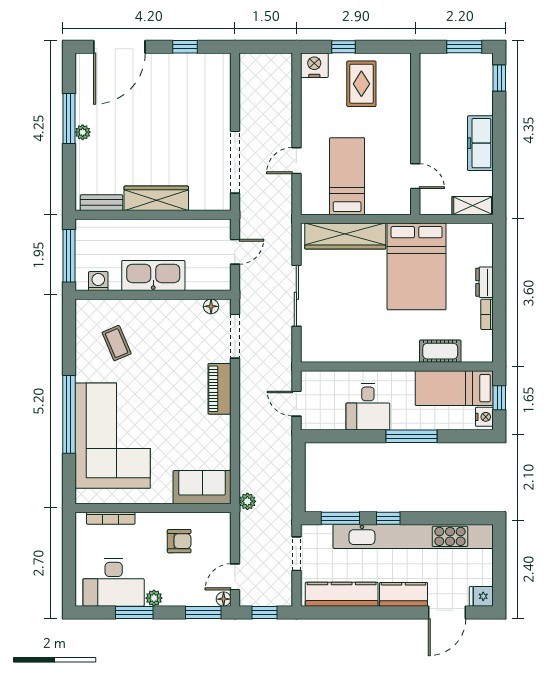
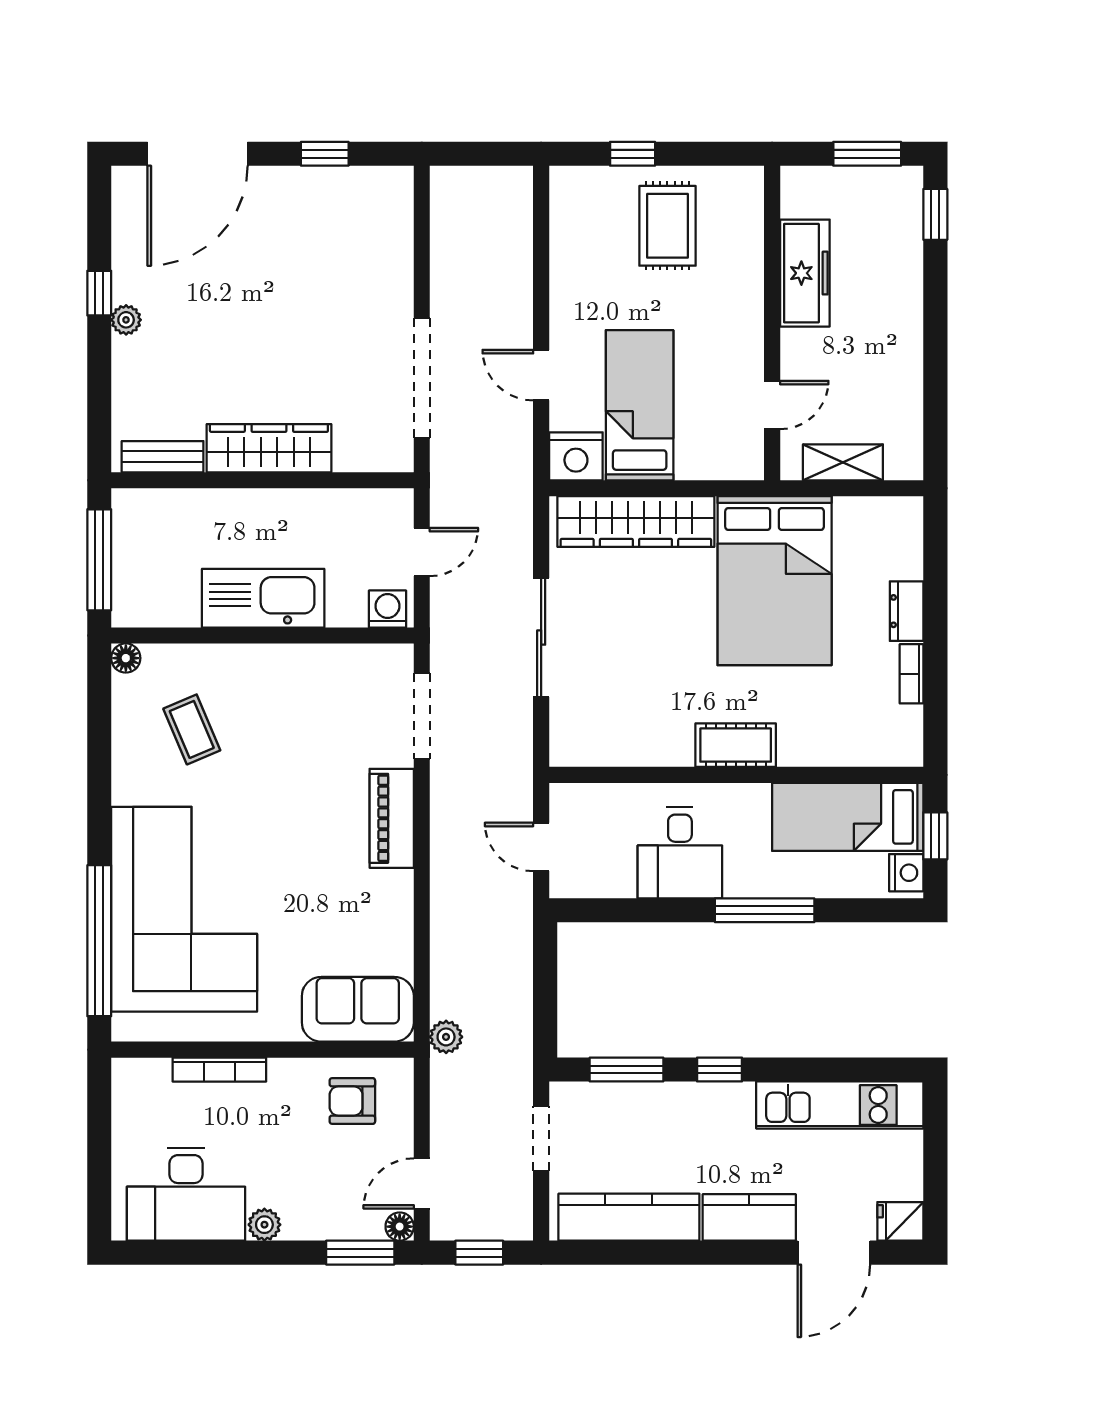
nightstand: (314, 65) -> (576, 456), moved, turned 180
window: (69, 118) -> (99, 293), width x0.46
freezer: (480, 143) -> (805, 273), moved, turned 180
door: (296, 161) -> (541, 375), hinge flipped
door: (415, 176) -> (772, 405), hinge flipped
shelving: (473, 206) -> (843, 462), moved
washing machine: (98, 281) -> (388, 609), moved
floor lamp: (211, 306) -> (126, 658), moved
cot: (440, 351) -> (736, 745), moved
window: (69, 414) -> (99, 941), moved
bookcase: (111, 518) -> (219, 1070), moved
kitchen unit: (413, 536) -> (840, 1105), width x0.54
armchair: (179, 541) -> (352, 1101), moved, turned 180
window: (134, 612) -> (226, 1253), removed

